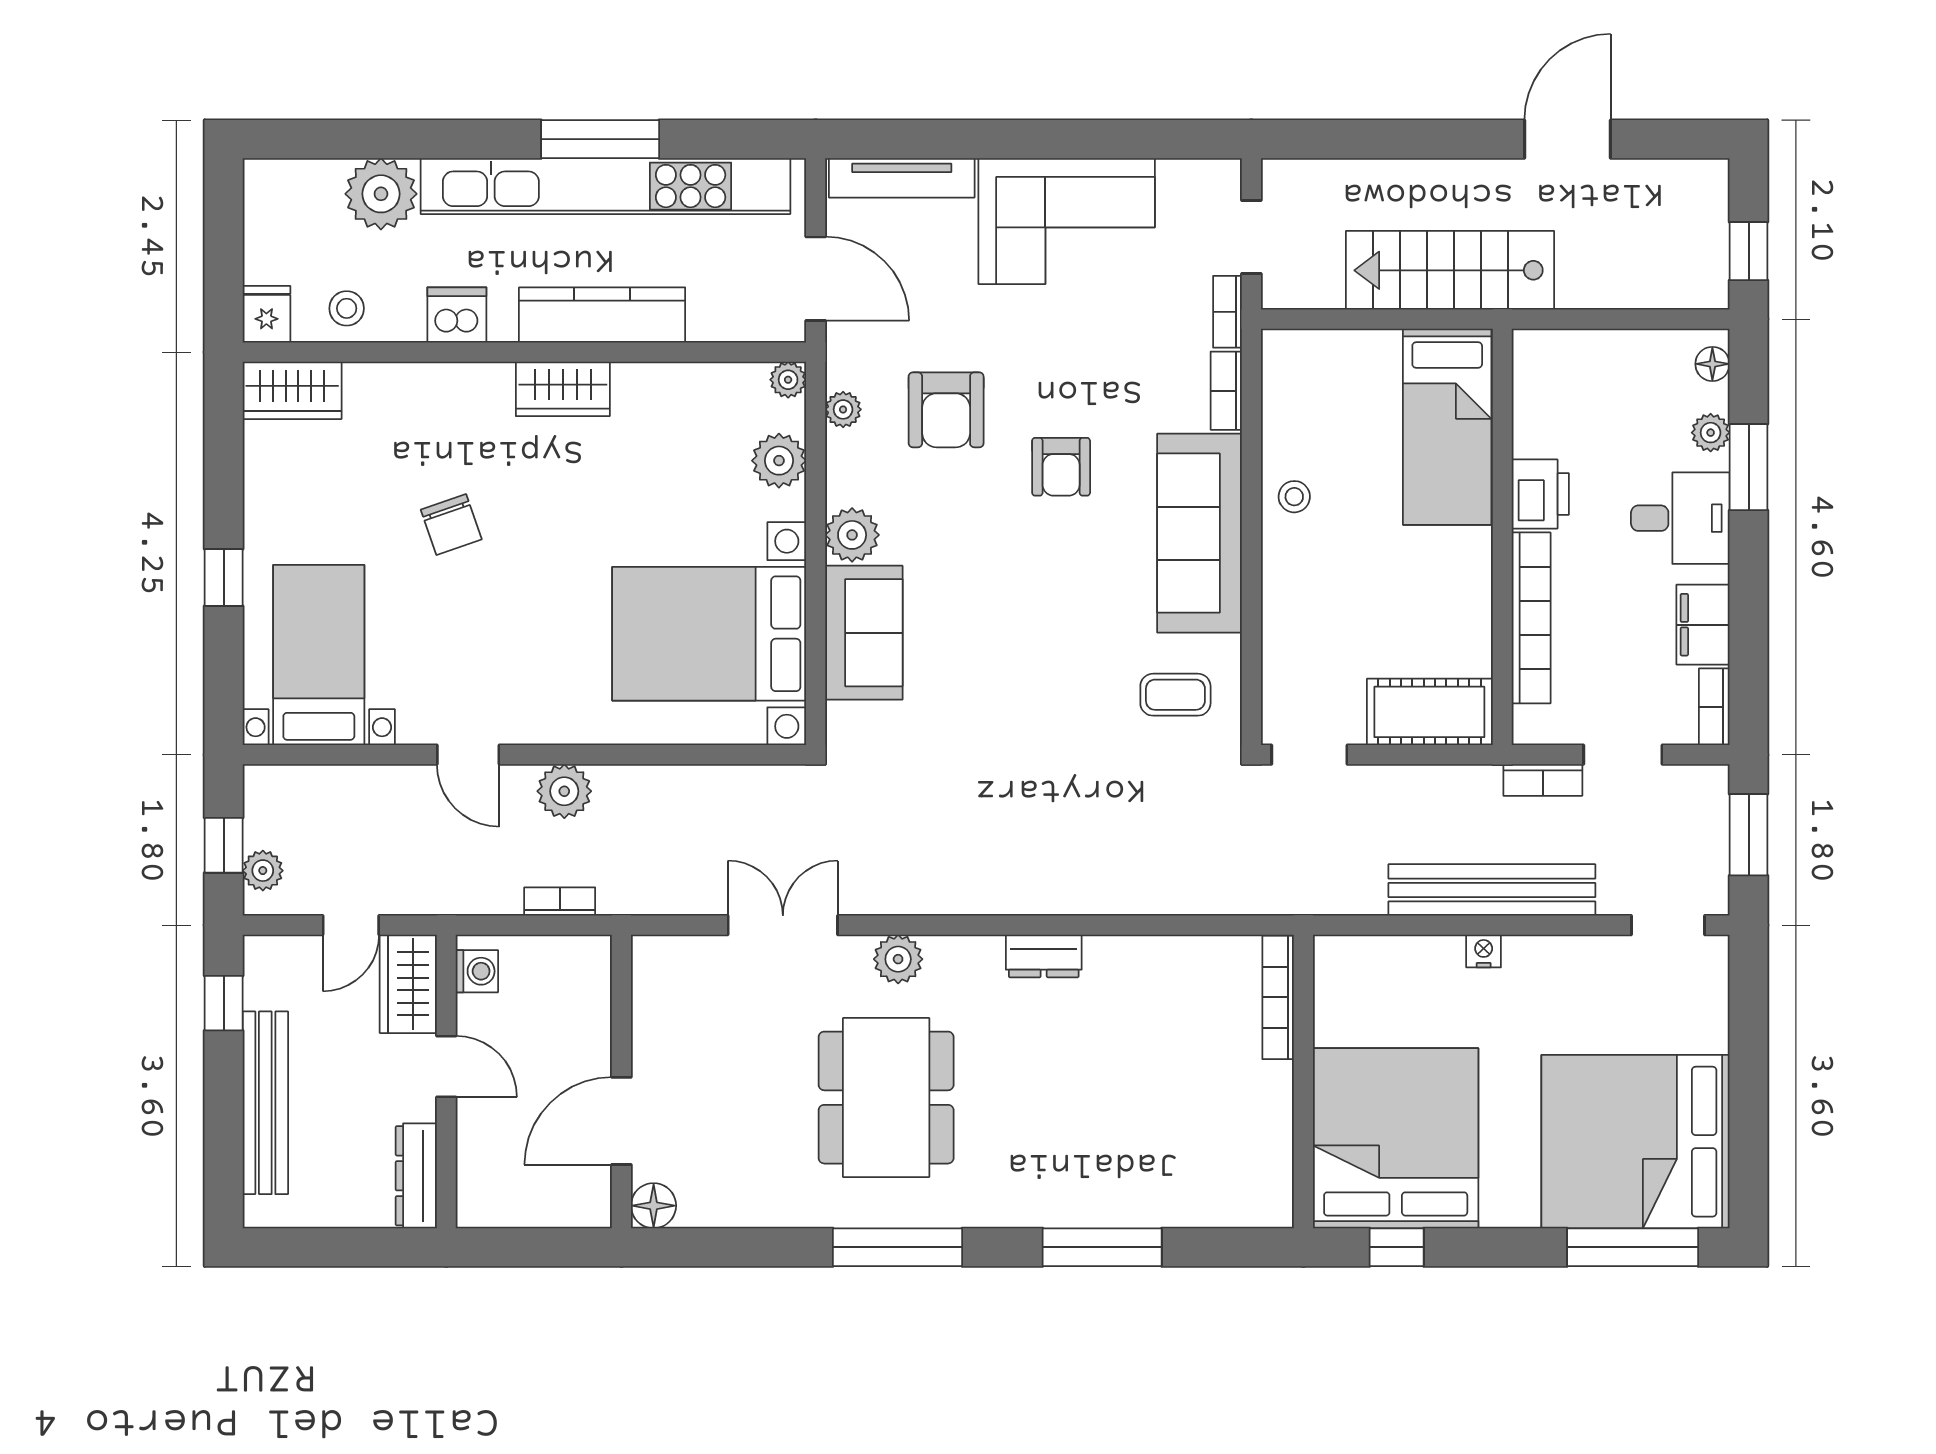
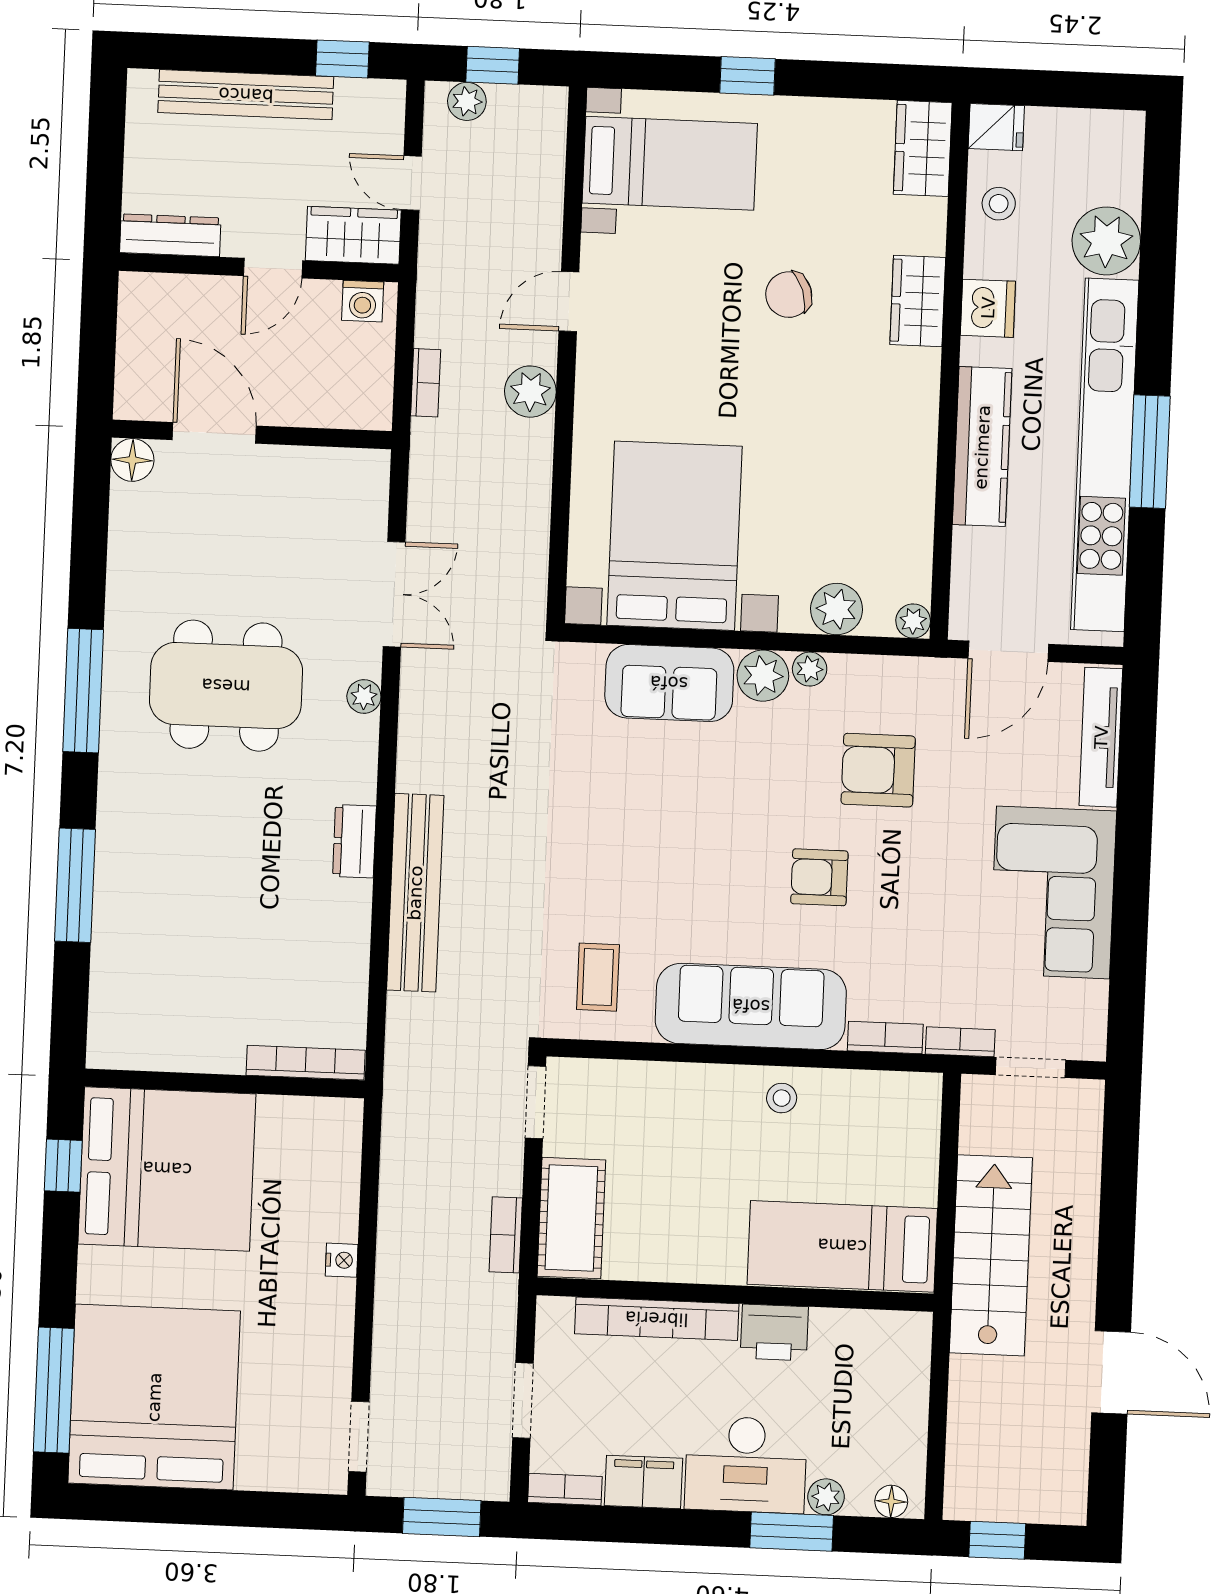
wardrobe: (563, 389) -> (918, 301), moved
plant: (843, 409) -> (810, 669), moved
desk: (1680, 518) -> (746, 1465), width x1.37
bookcase: (1543, 780) -> (506, 1235), moved
bench: (1492, 890) -> (415, 893), moved
plant: (898, 959) -> (364, 696), width x0.73, depth x0.73

